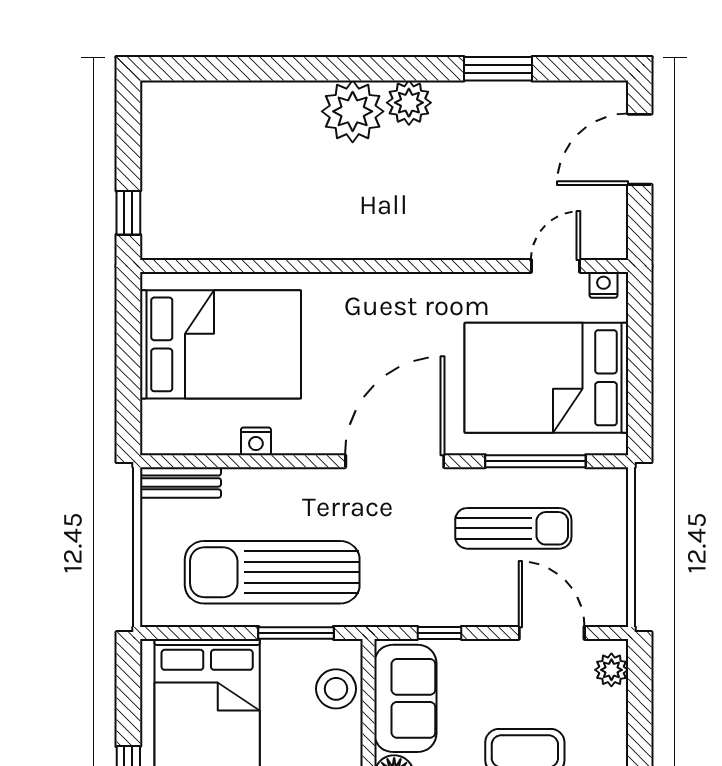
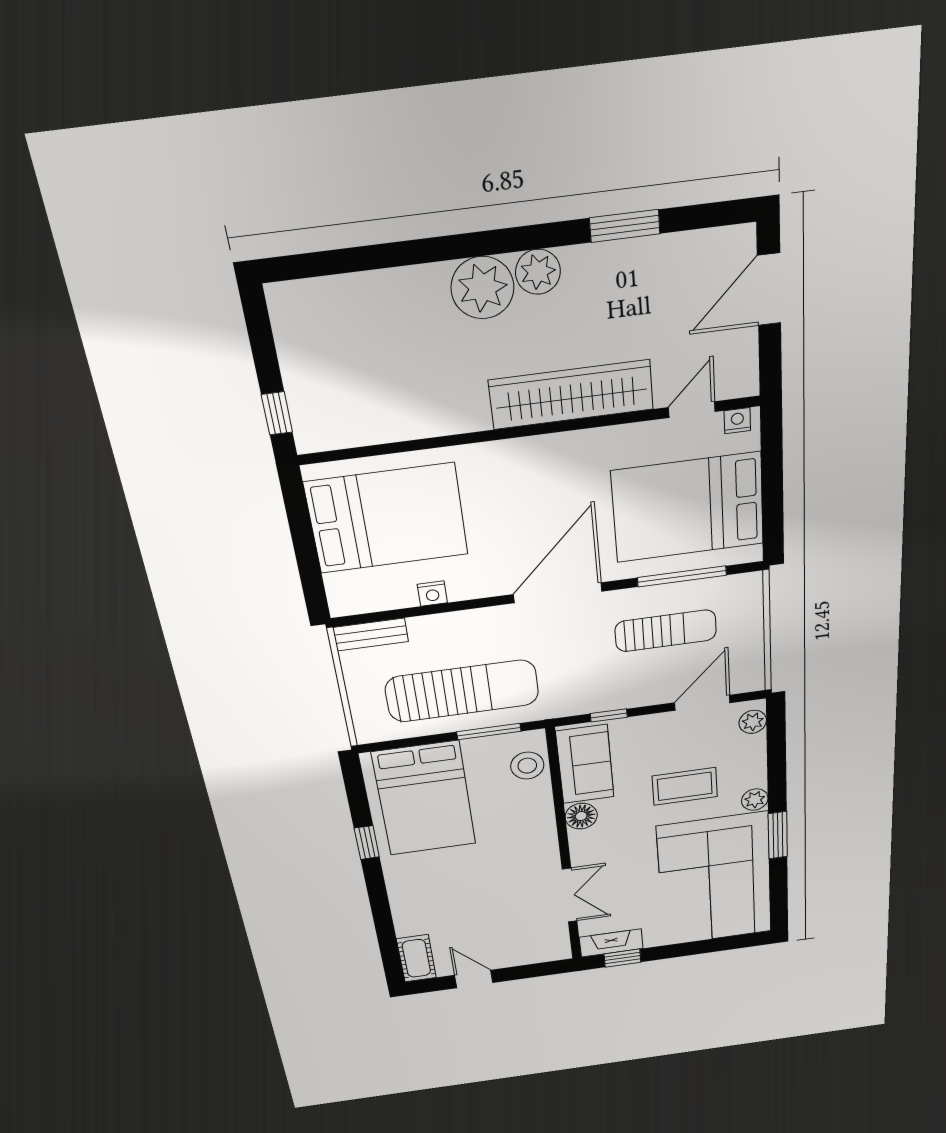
wardrobe: (430, 233) -> (571, 395), added
sun lounger: (272, 572) -> (462, 691), turned 180
door: (552, 633) -> (702, 703), hinge flipped

